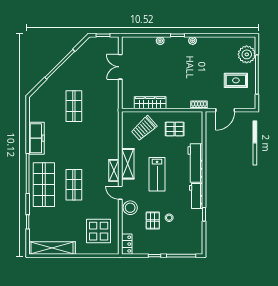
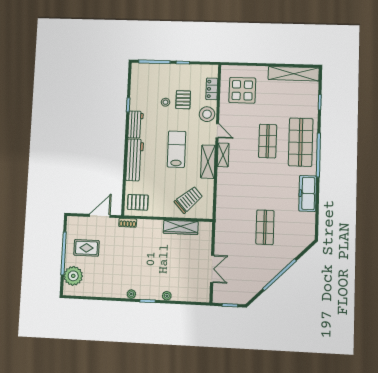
pallet: (175, 129) -> (138, 202), moved
locker: (127, 244) -> (212, 89), moved

